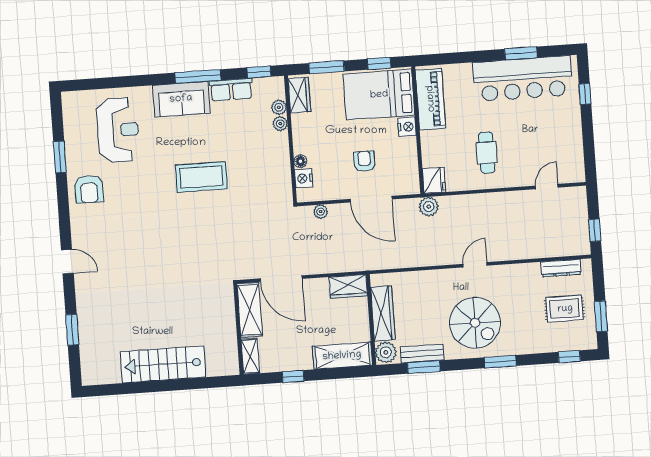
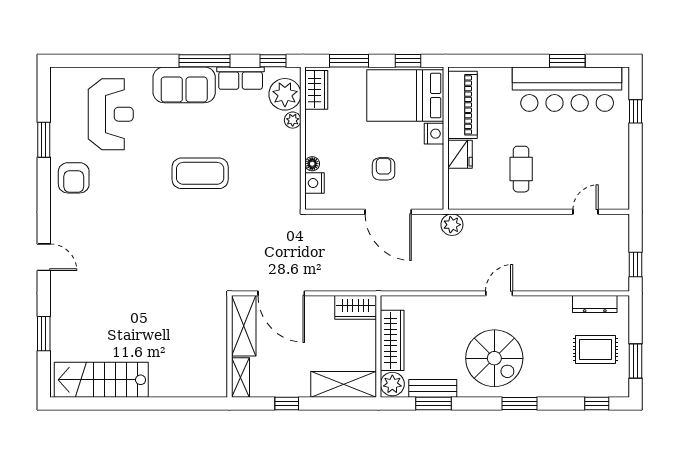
plant: (279, 107) -> (285, 94), width x1.87, depth x1.87
fridge: (434, 180) -> (460, 154), moved
plant: (321, 212) -> (331, 222), removed
stairs: (163, 364) -> (101, 380), moved

